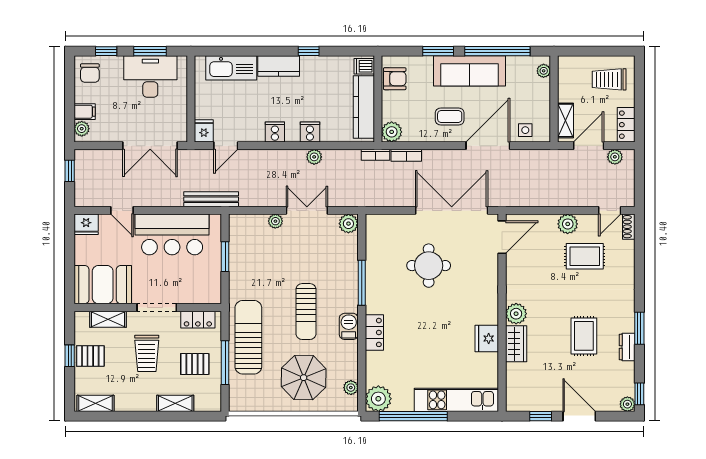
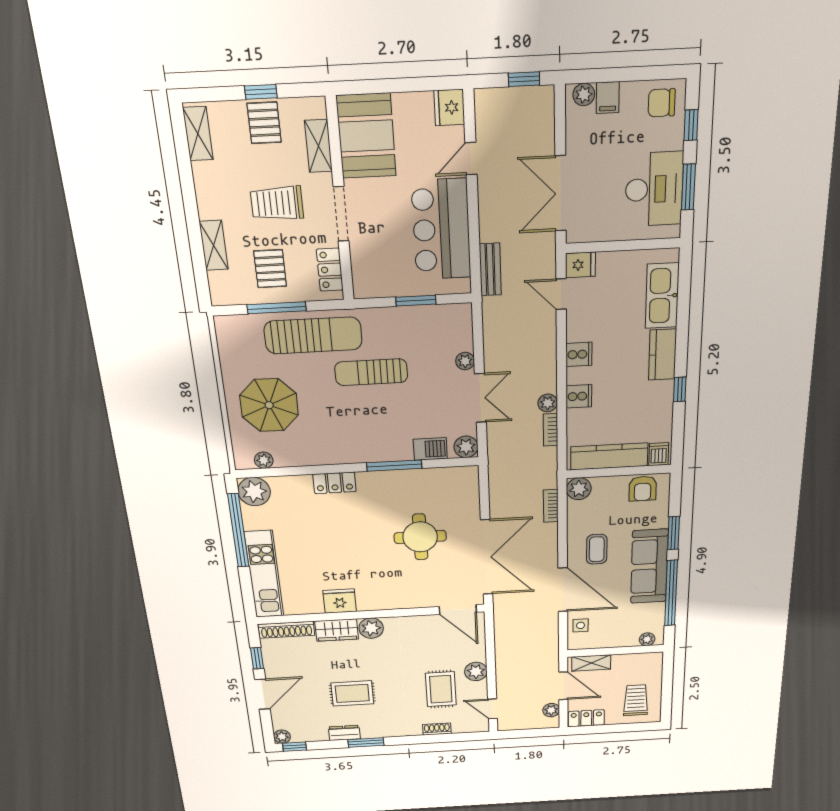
bookcase: (376, 155) -> (550, 430), moved
bench: (211, 199) -> (490, 269), width x0.73
shoe rack: (629, 227) -> (437, 729), moved
sun lounger: (306, 312) -> (371, 372), moved
barbecue: (349, 326) -> (430, 449), moved
shoe rack: (513, 387) -> (286, 630), added

